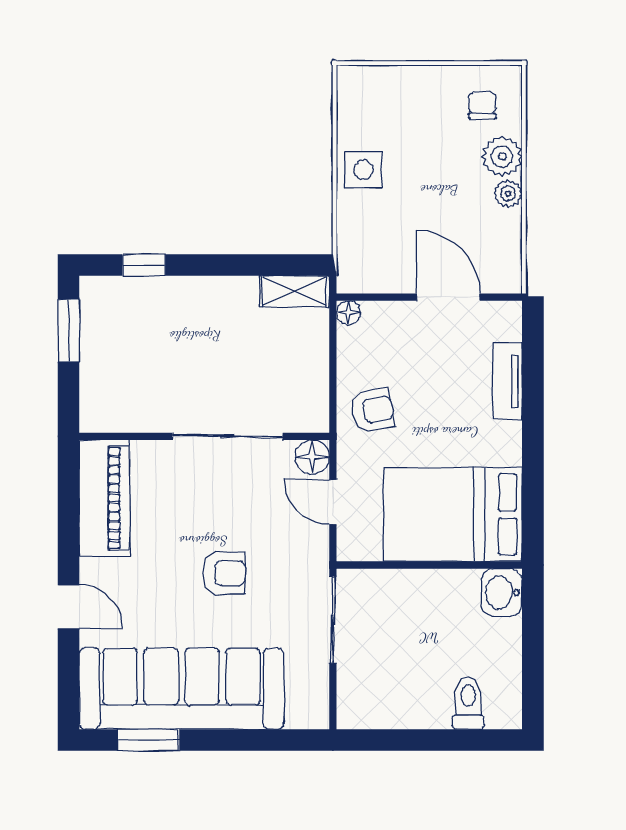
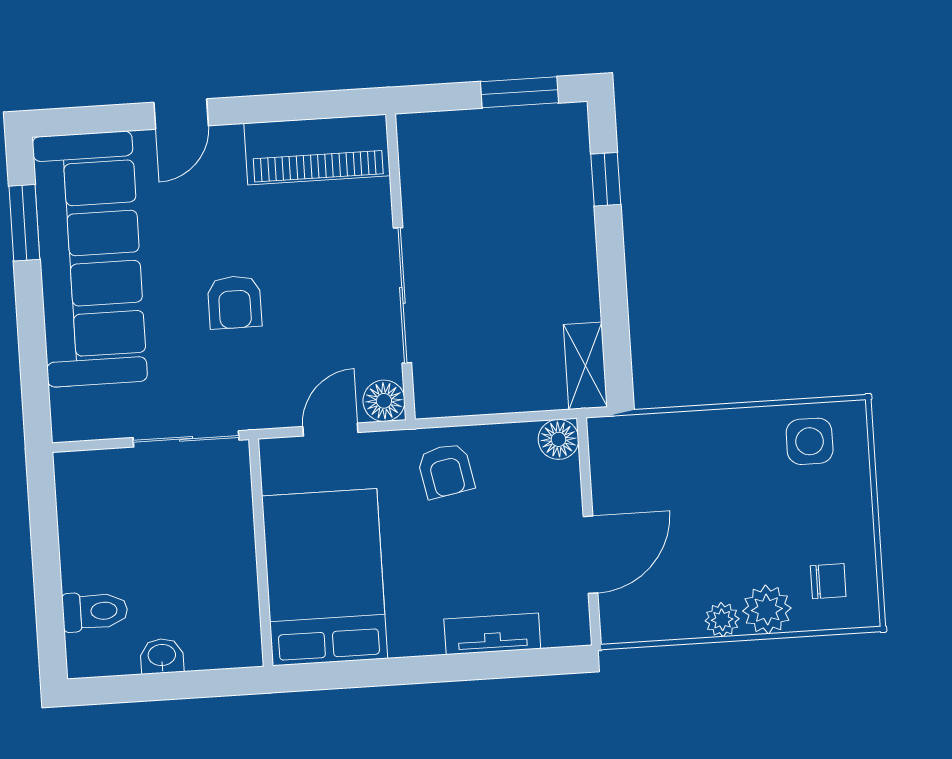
side table: (363, 170) -> (810, 441), moved
floor lamp: (348, 313) -> (558, 439), width x1.37, depth x1.37
washbasin: (502, 592) -> (162, 656), moved, width x0.72, depth x0.69

